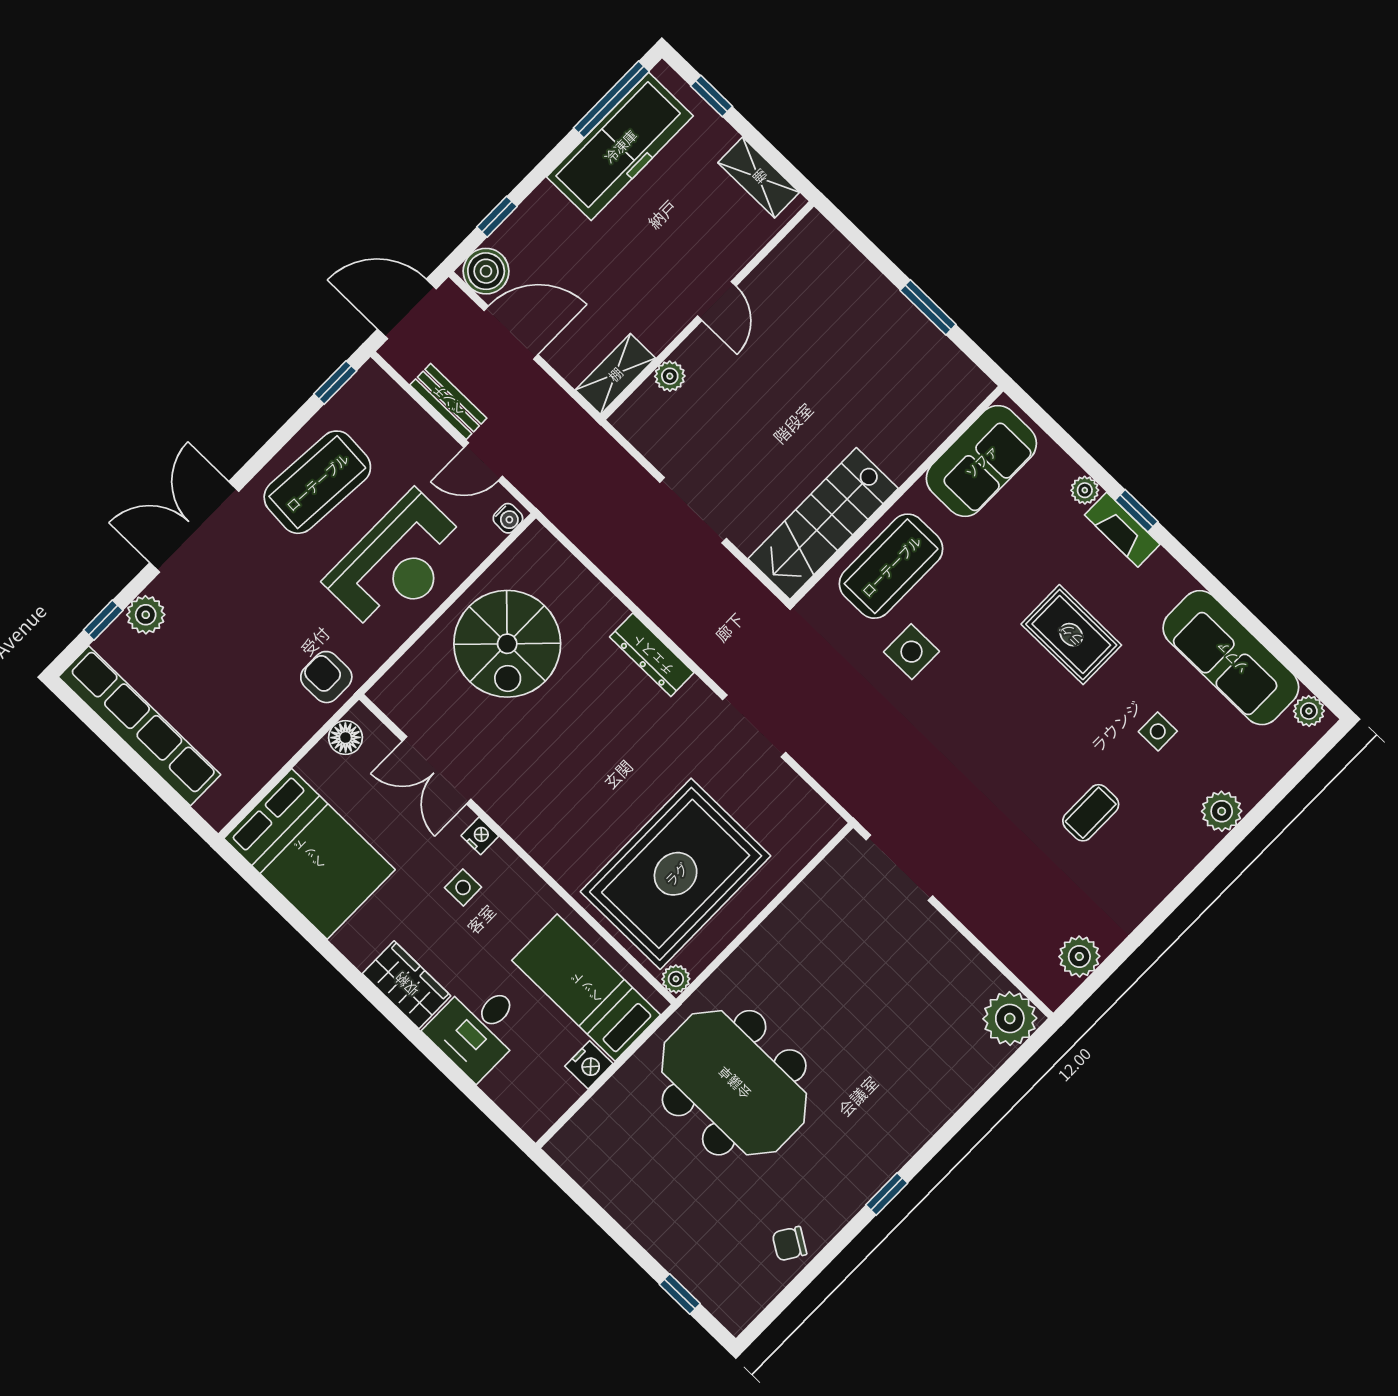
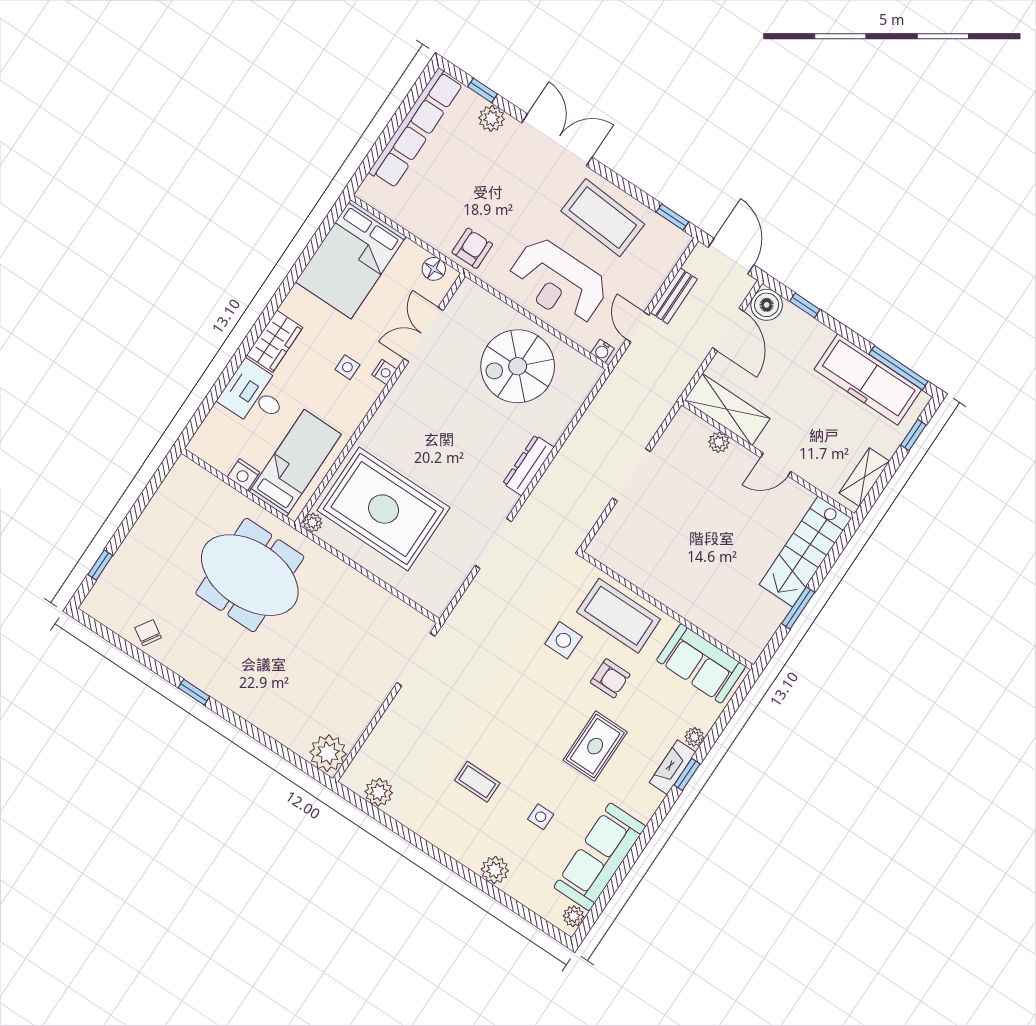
shelving: (615, 374) -> (727, 409), width x1.50, depth x1.33
stairs: (823, 523) -> (805, 551), moved, turned -90
armchair: (978, 595) -> (610, 678), added
meeting table: (734, 1083) -> (250, 575), turned 90

